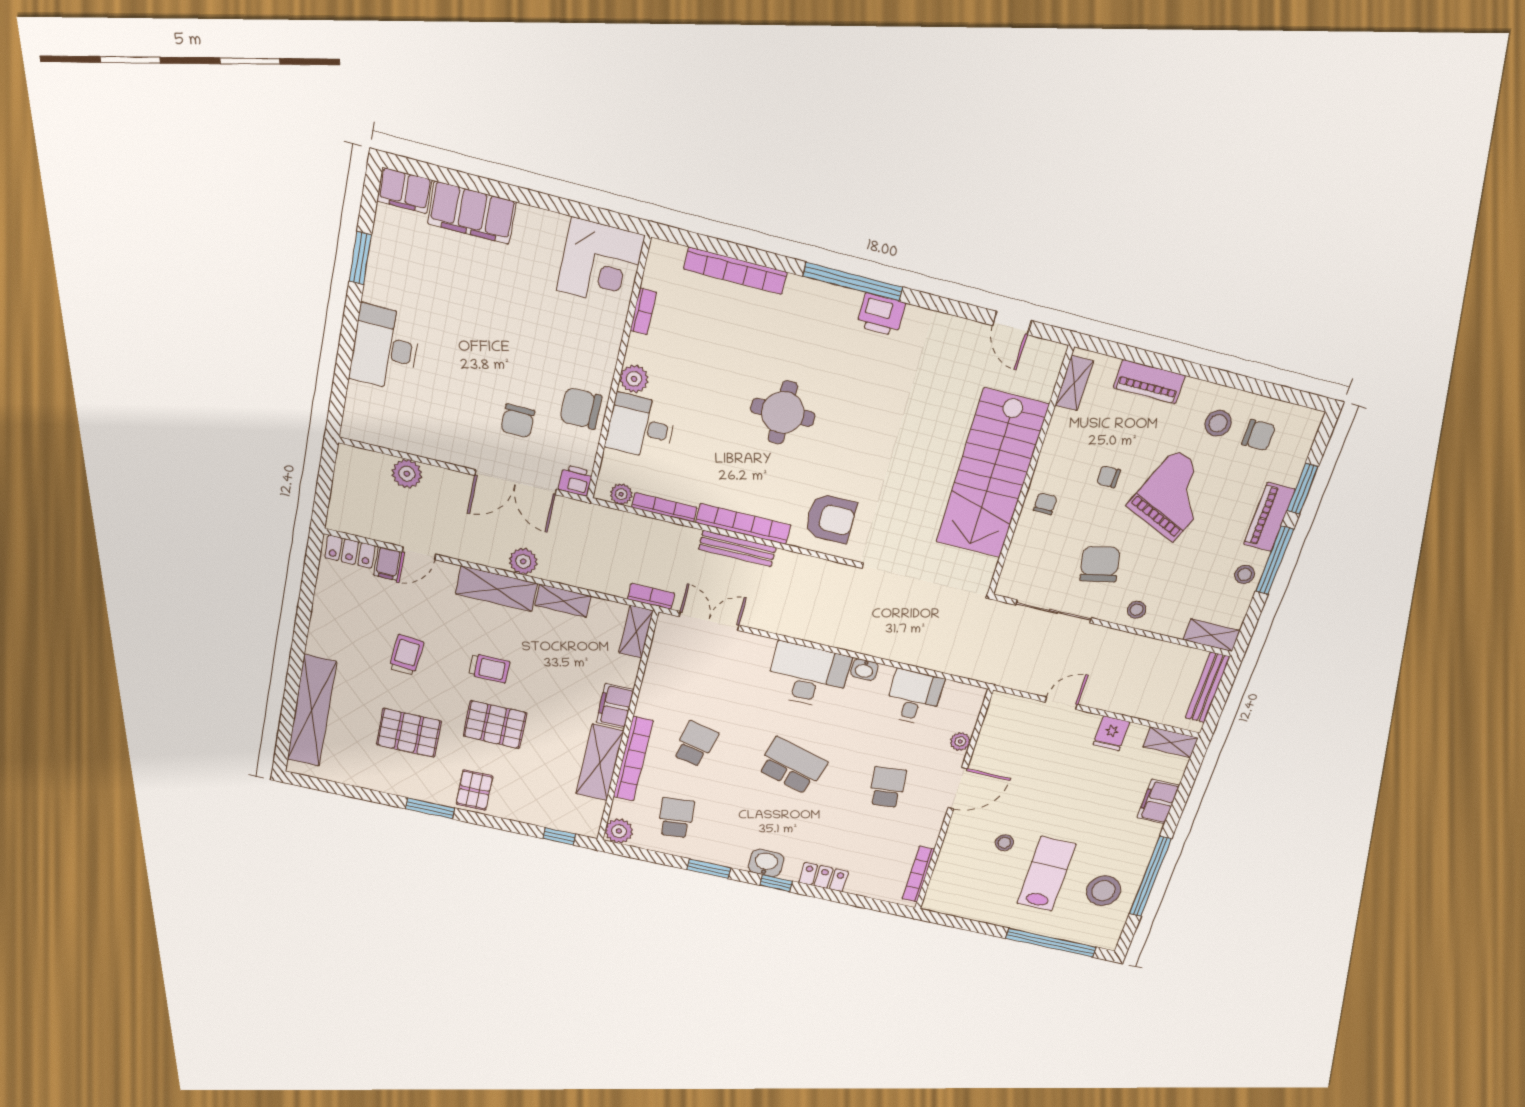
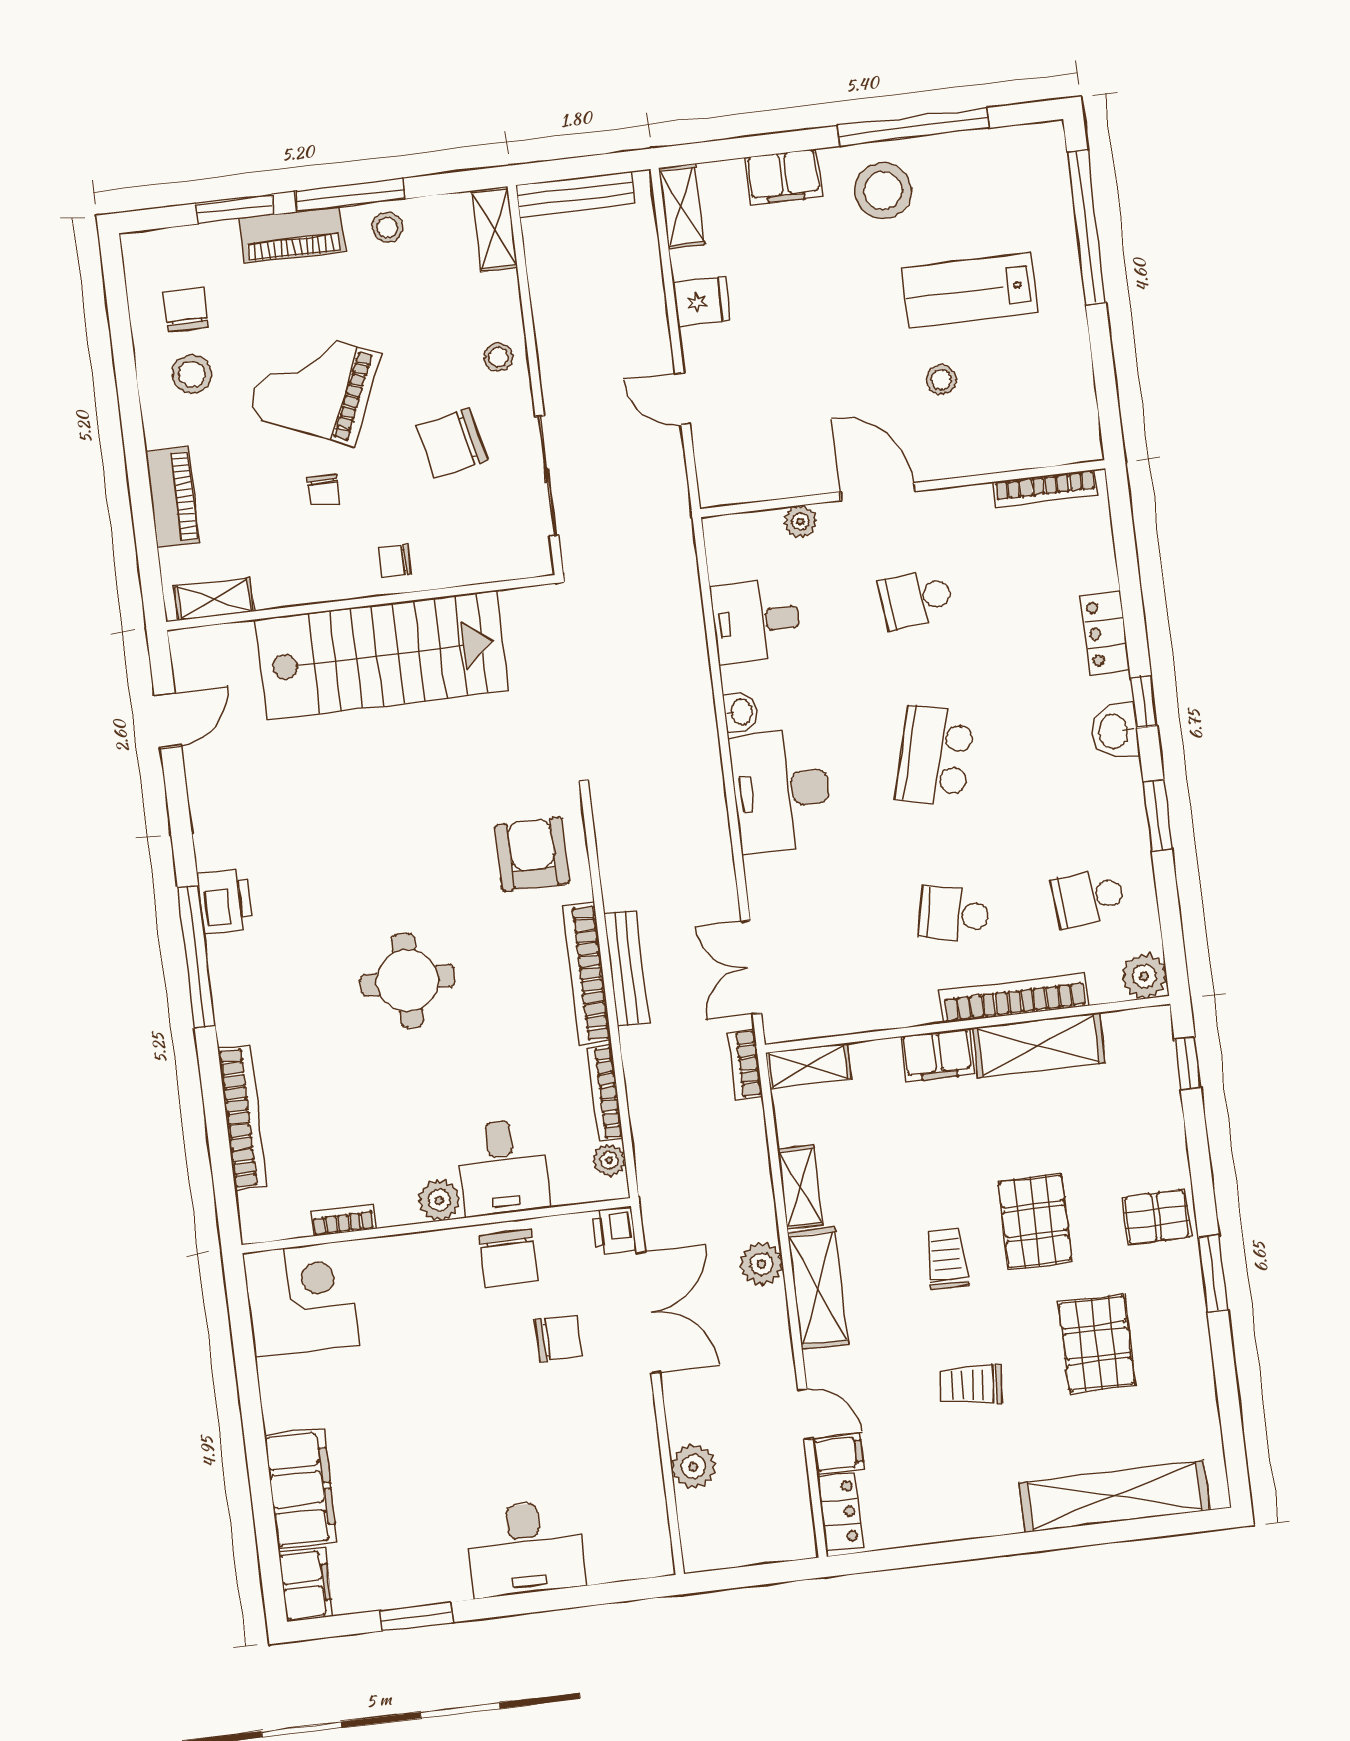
stool: (1103, 891) -> (883, 191), moved

